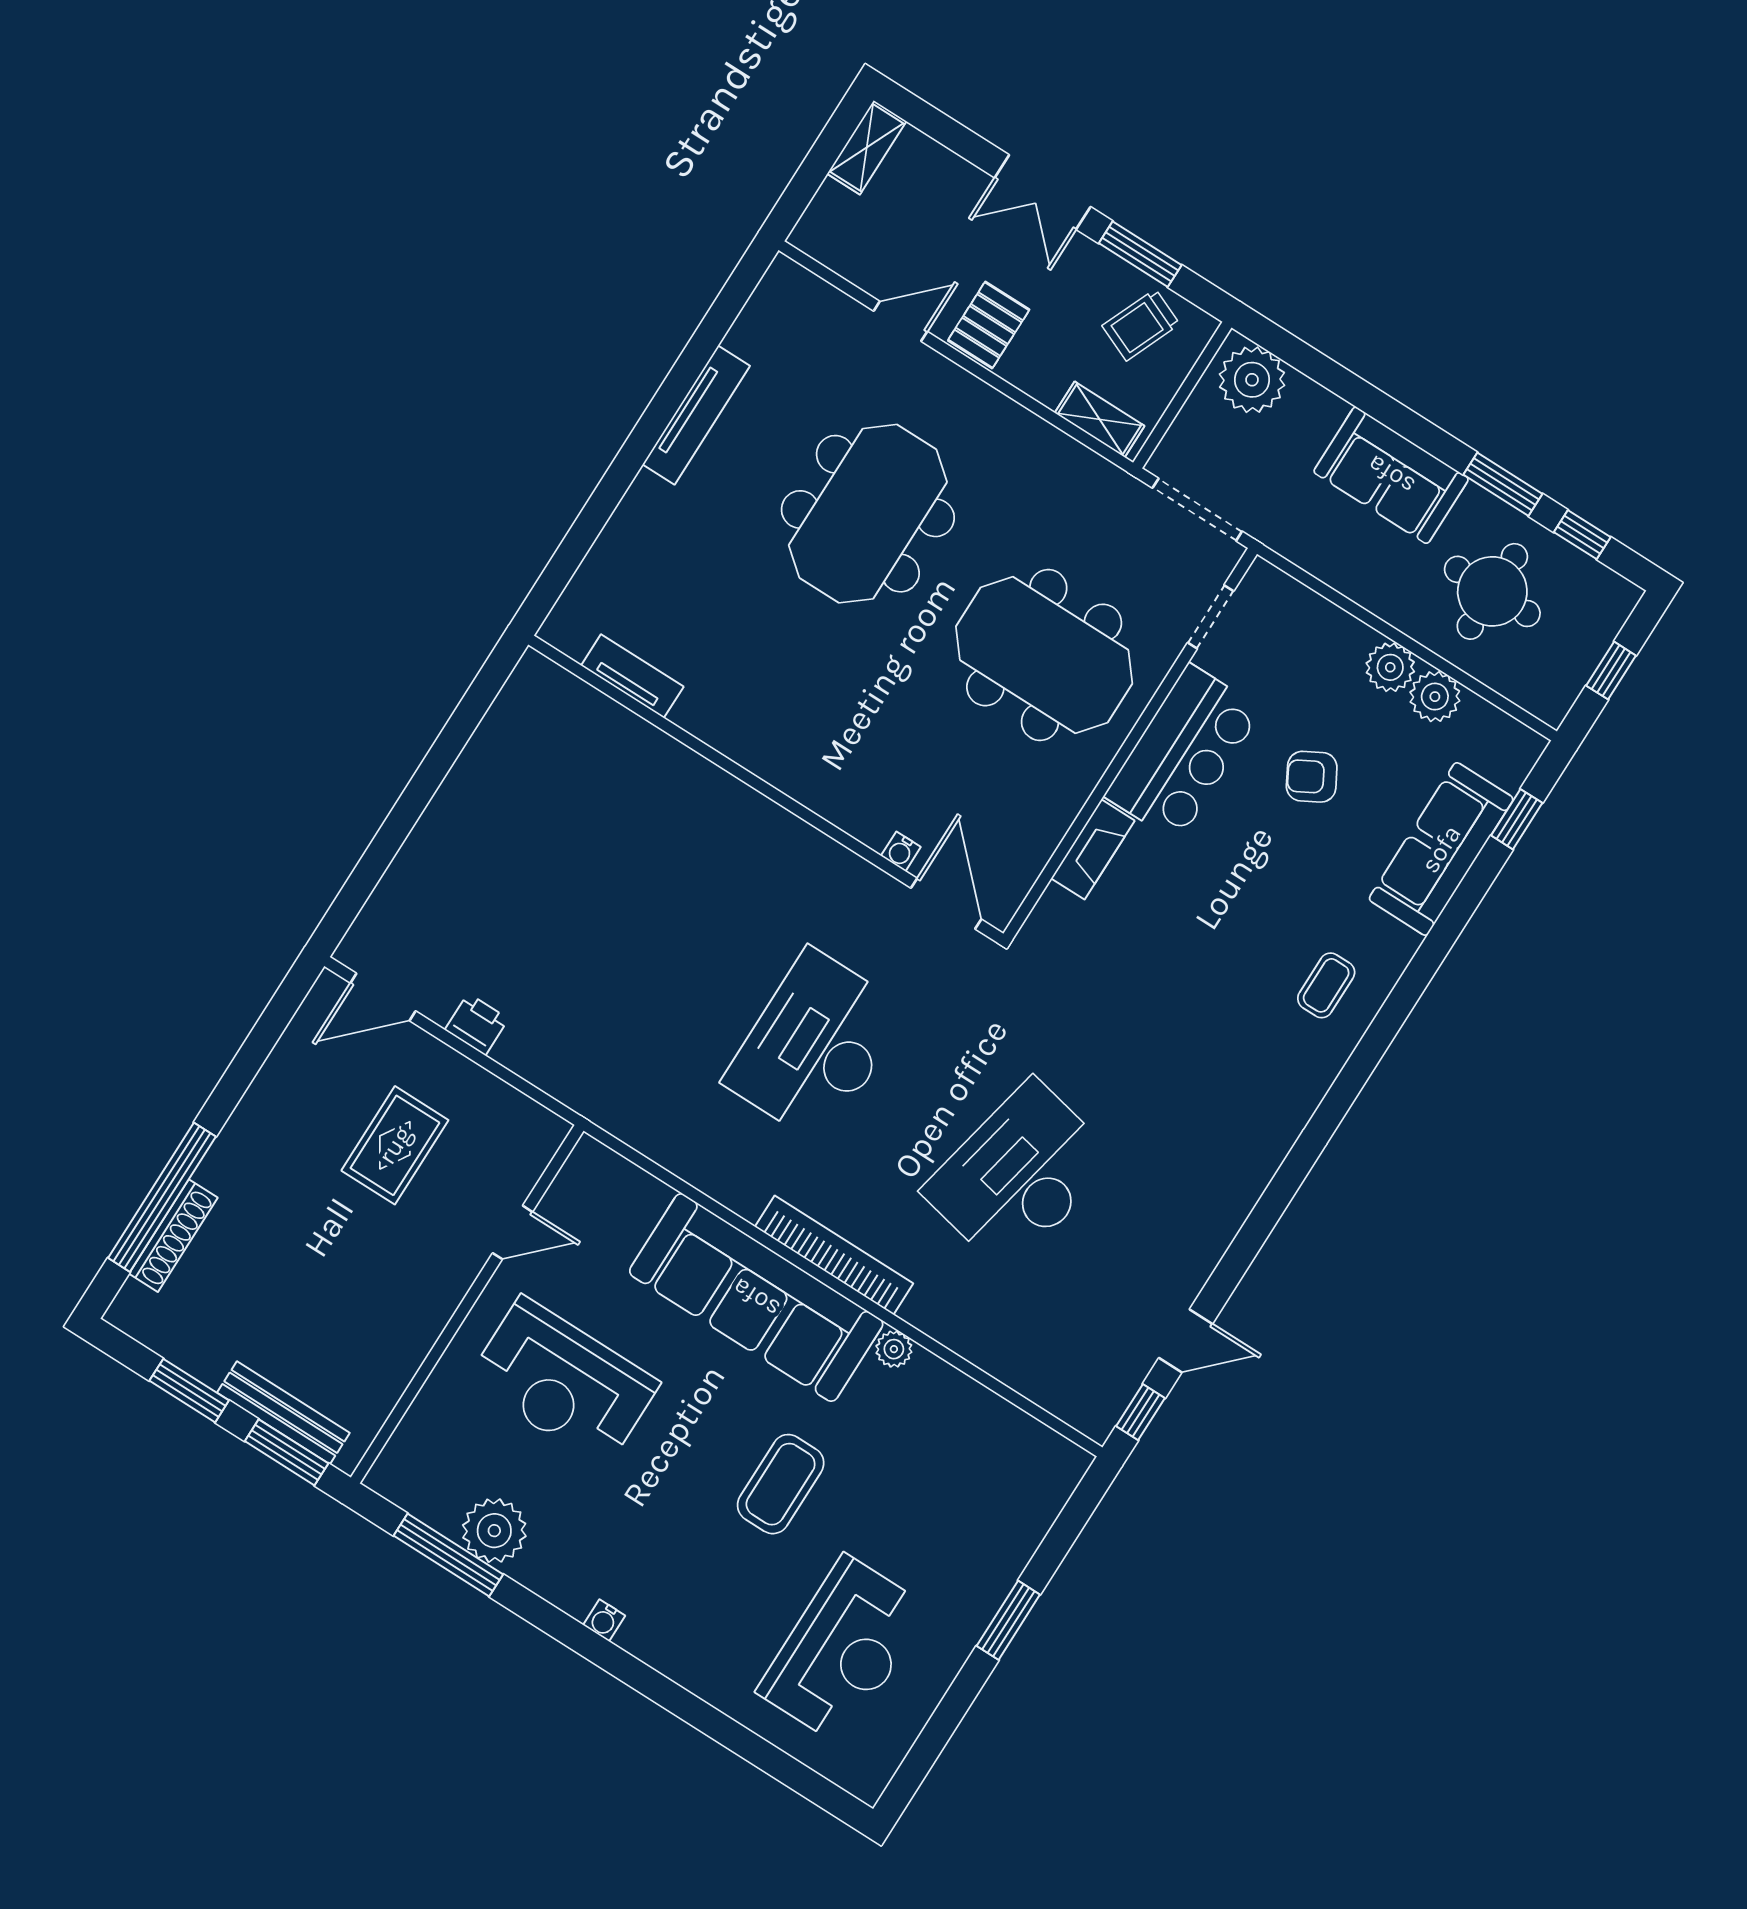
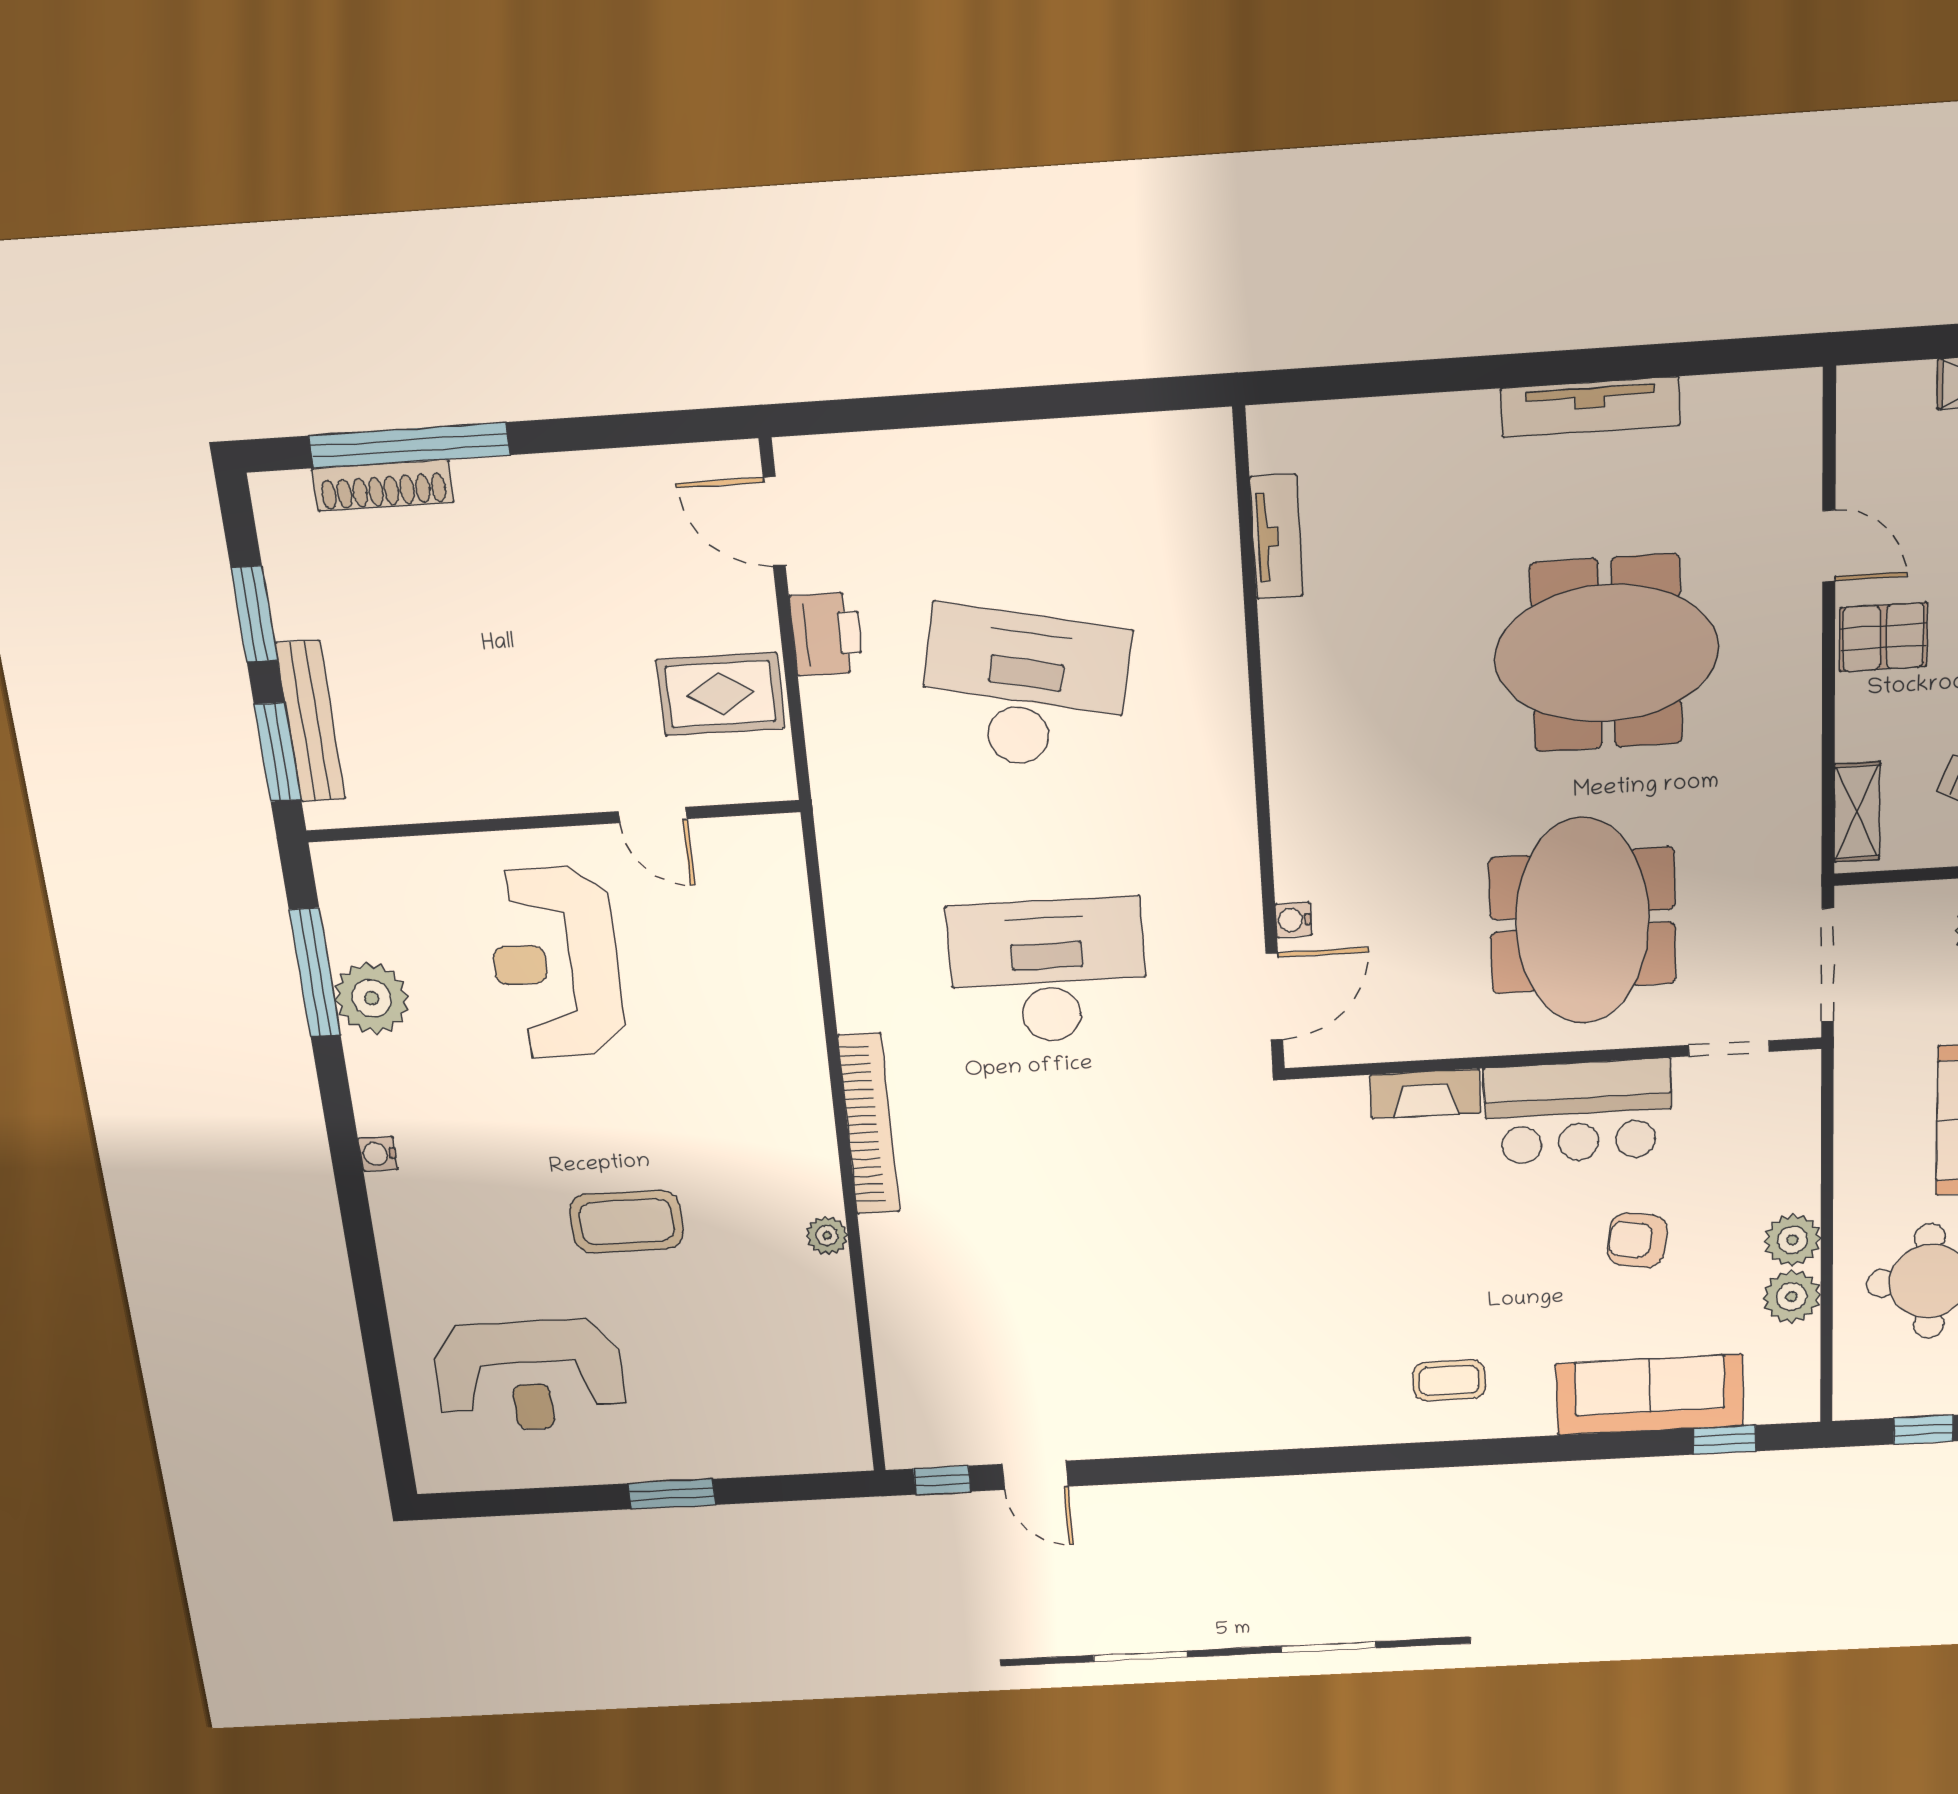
armchair: (1312, 777) -> (1637, 1240), turned -52
printer: (477, 1024) -> (826, 634), width x1.36, depth x1.24
rug: (395, 1145) -> (721, 694), moved
desk: (1019, 1175) -> (1024, 690), moved
sofa: (756, 1298) -> (774, 1082), removed

